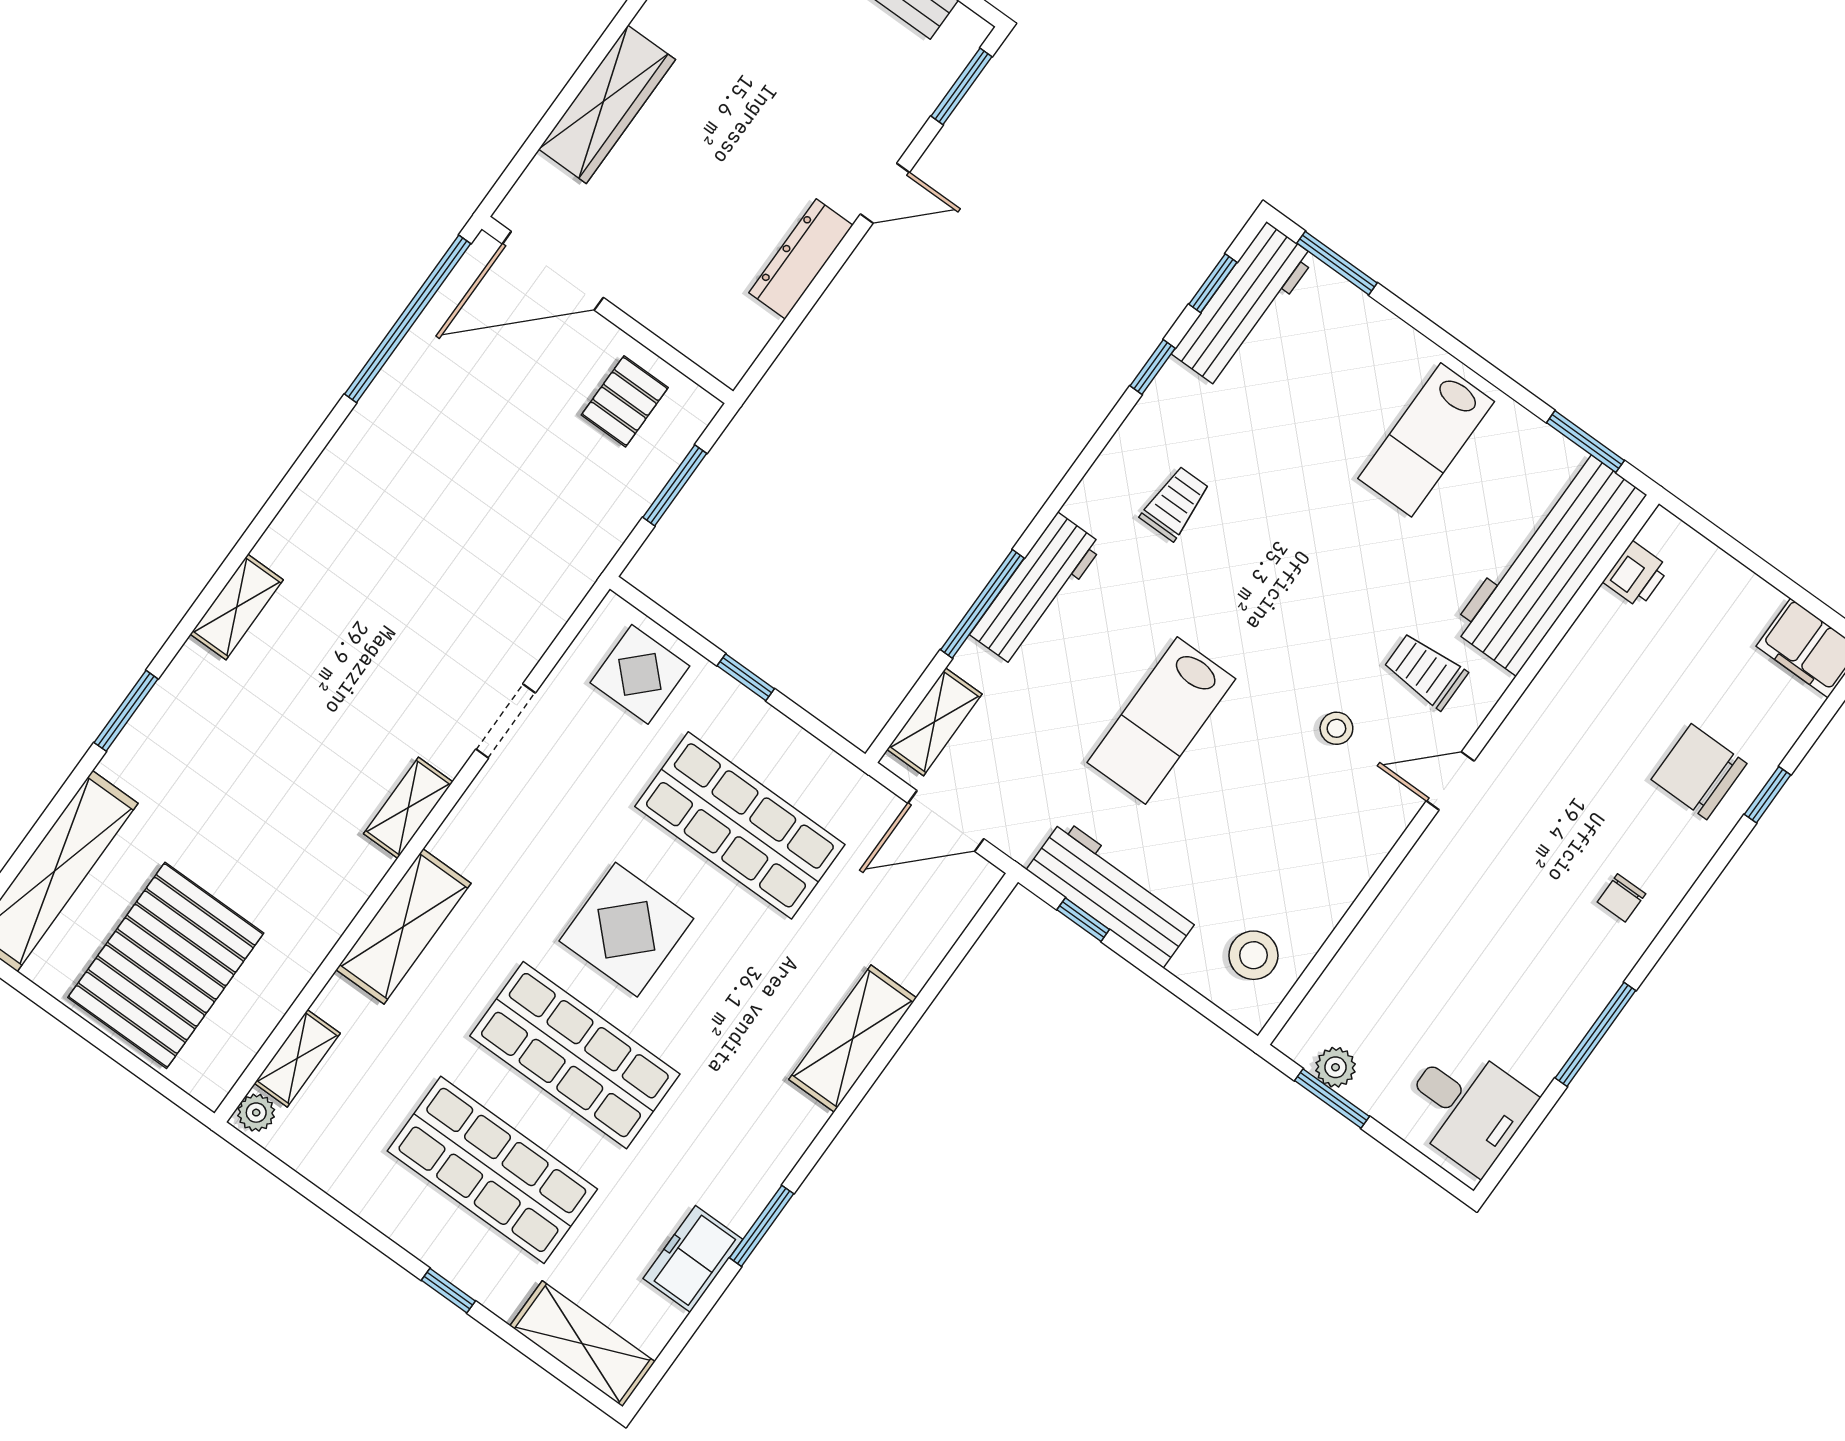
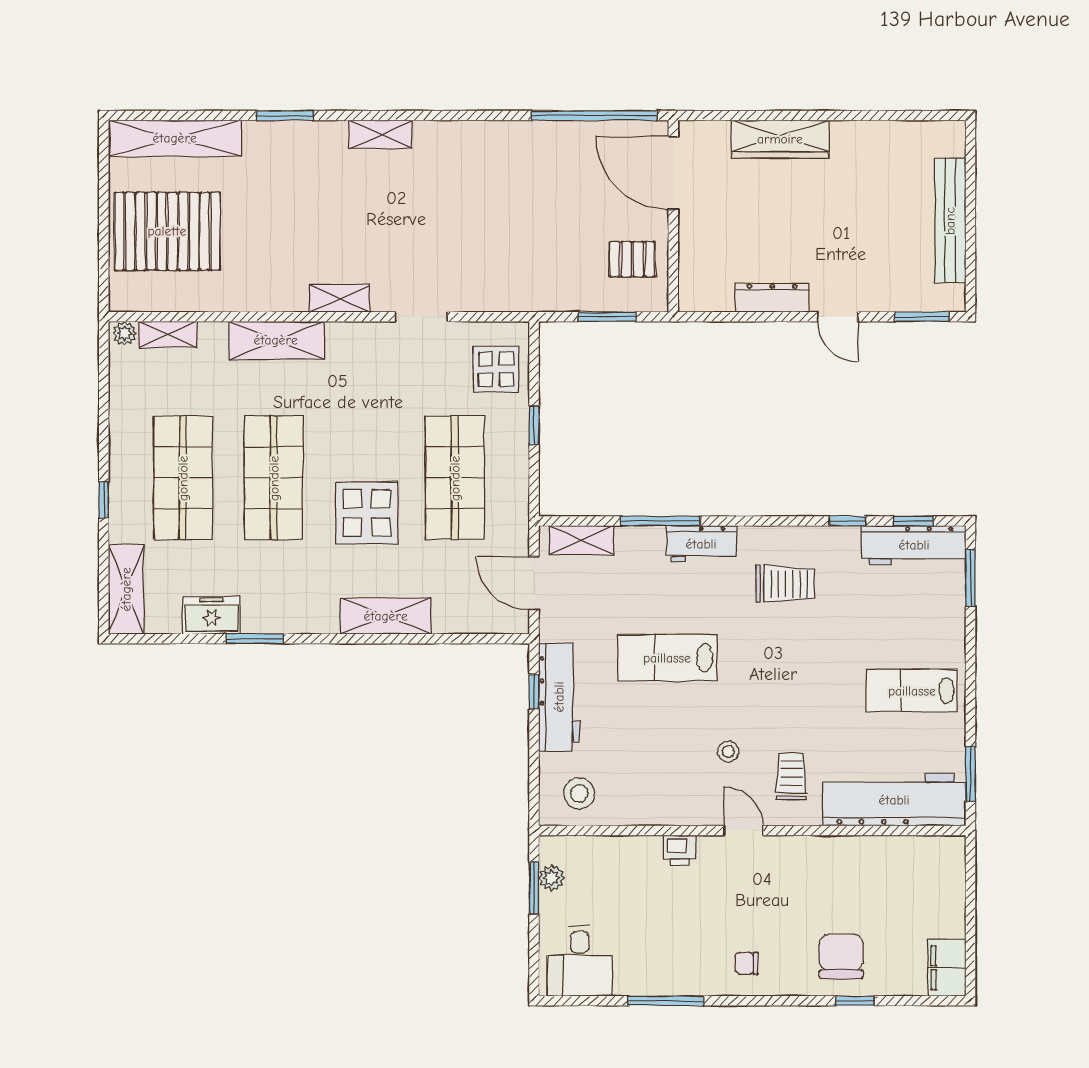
trolley: (1175, 503) -> (785, 584), width x1.36, depth x1.39
printer: (1636, 575) -> (680, 850), moved
workbench: (1036, 590) -> (701, 544), width x0.73
display table: (626, 930) -> (367, 513), moved

